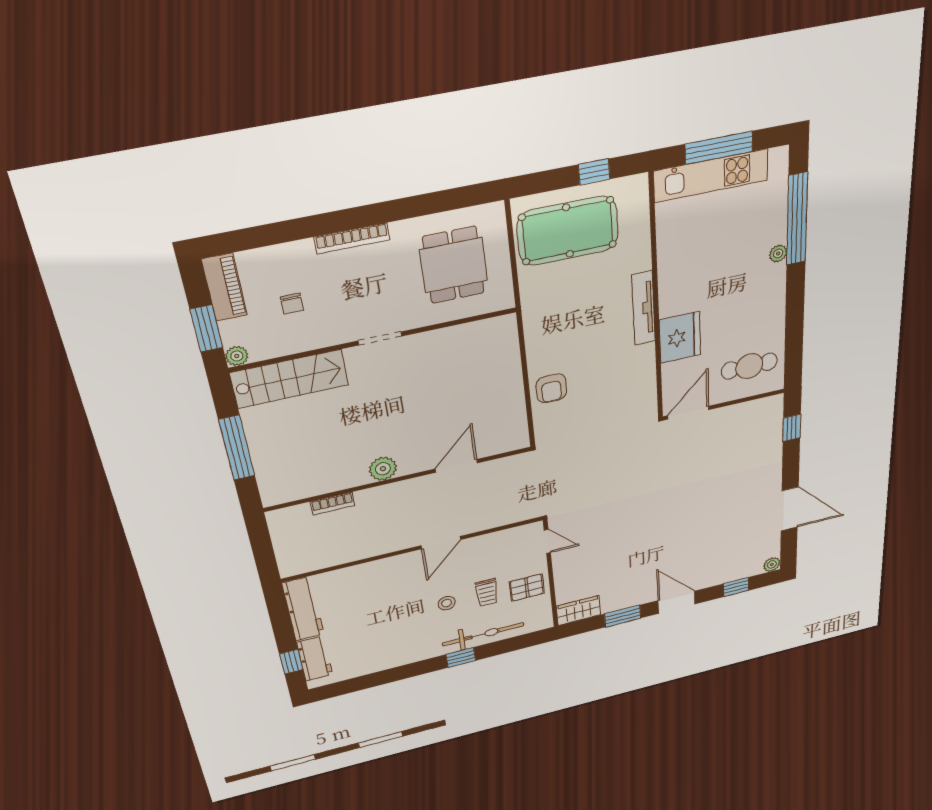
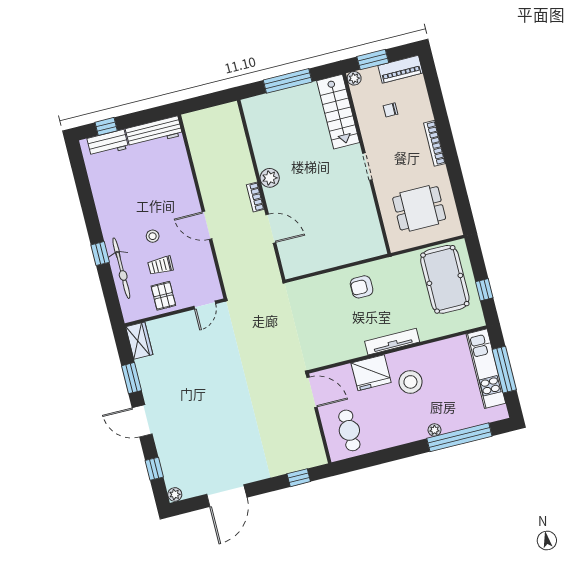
stool: (705, 285) -> (410, 382), added
armchair: (551, 388) -> (362, 287), moved
bookcase: (333, 504) -> (255, 197), moved
door: (677, 602) -> (142, 421), swing flipped

